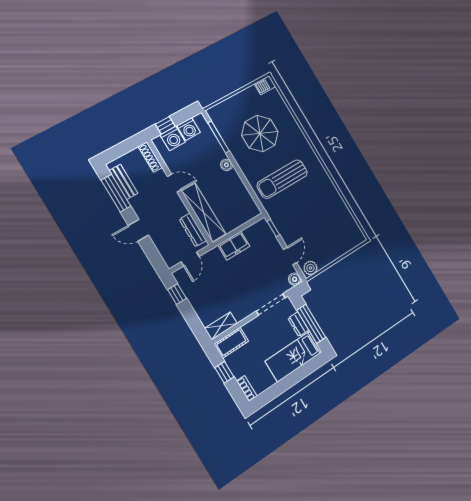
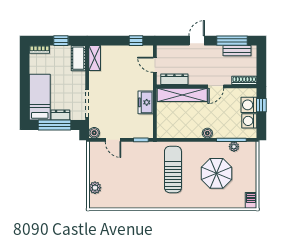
plant: (224, 130) -> (234, 147), added
plant: (310, 268) -> (95, 188), moved

